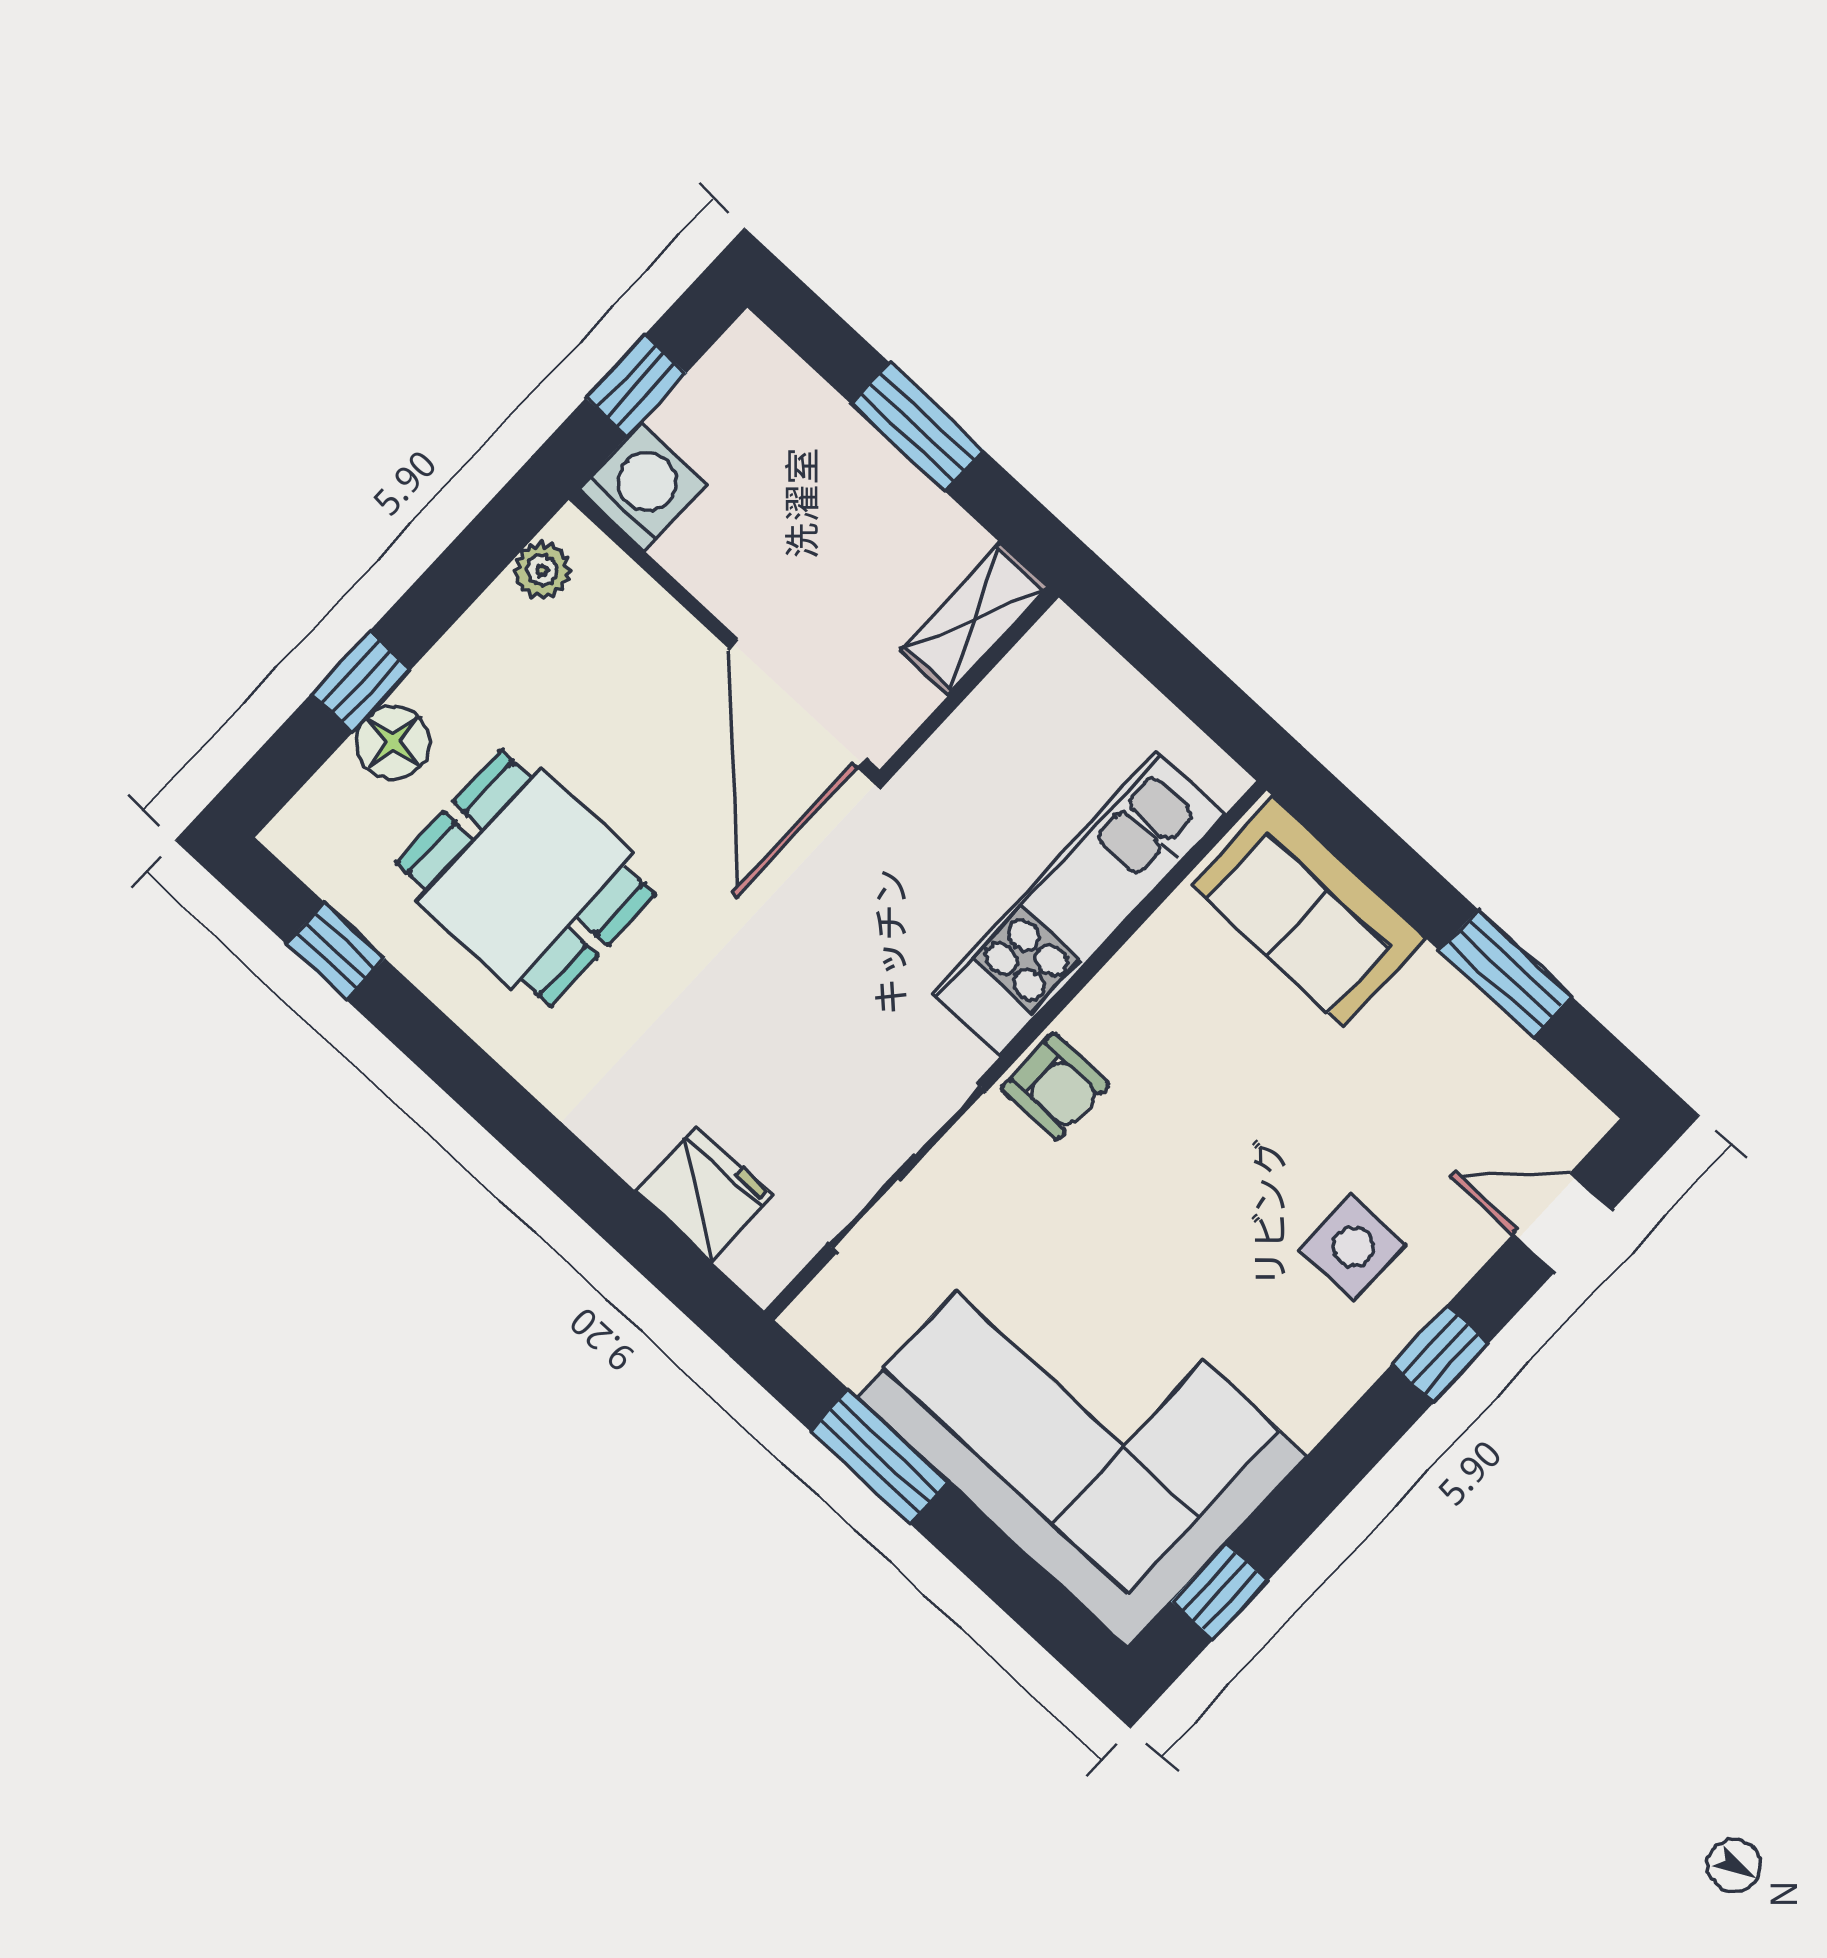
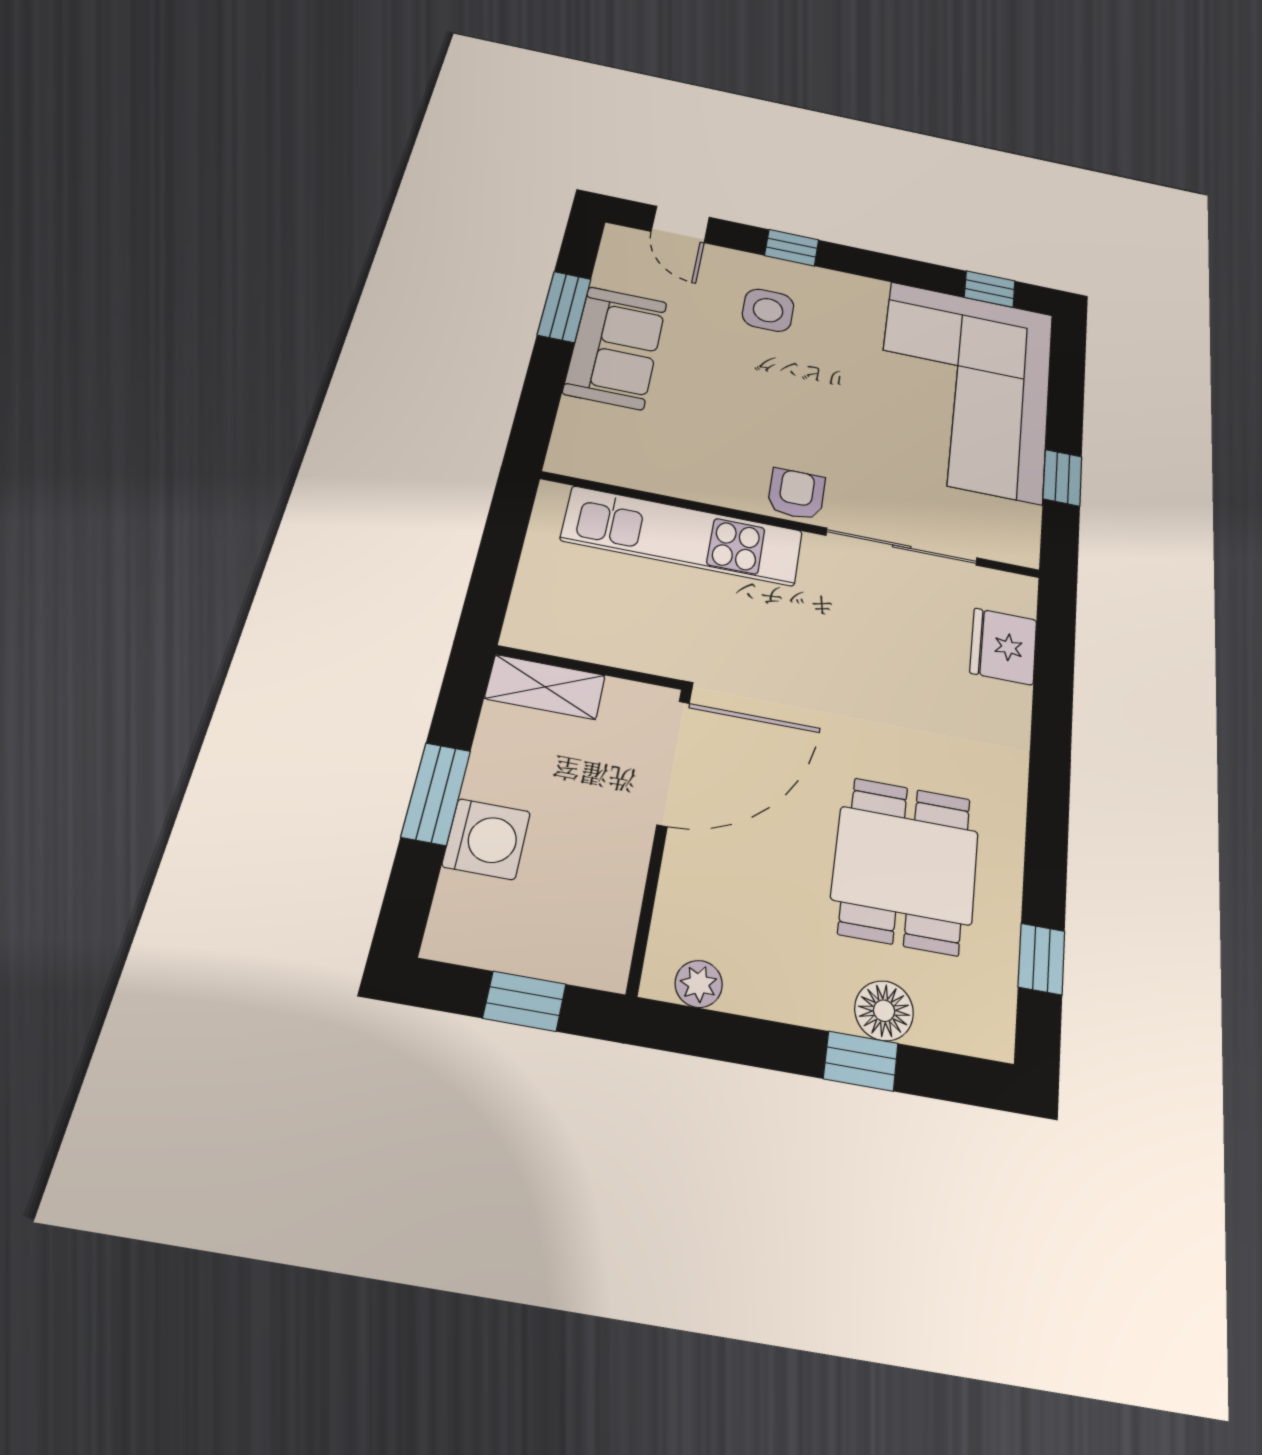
washing machine: (642, 487) -> (486, 839), moved, turned 180
sofa: (1309, 912) -> (615, 347), moved
window: (879, 1457) -> (1062, 478), width x0.67

